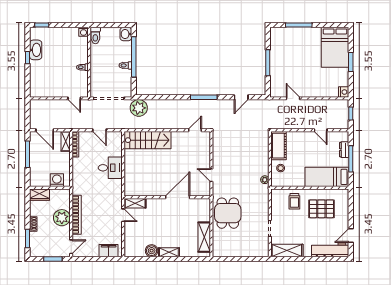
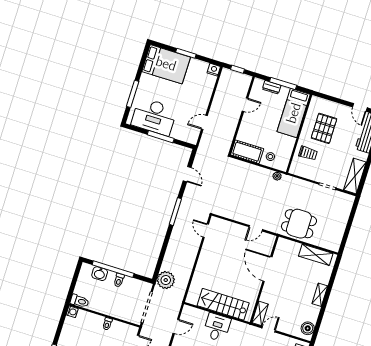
washbasin: (126, 34) -> (100, 274), moved
desk: (284, 51) -> (154, 116), added
stairs: (147, 140) -> (223, 304), moved, turned -90
boiler: (152, 251) -> (308, 328), moved

